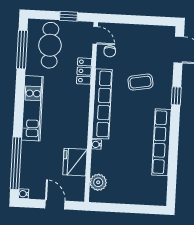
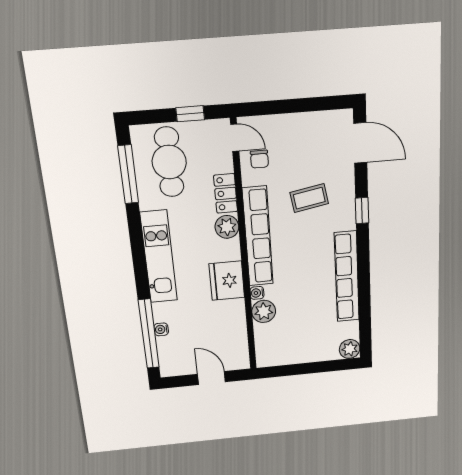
plant: (82, 94) -> (227, 227), added
fridge: (75, 162) -> (227, 281), moved
plant: (98, 182) -> (264, 311), moved
water cooler: (24, 194) -> (161, 329), moved
plant: (159, 198) -> (350, 349), added

